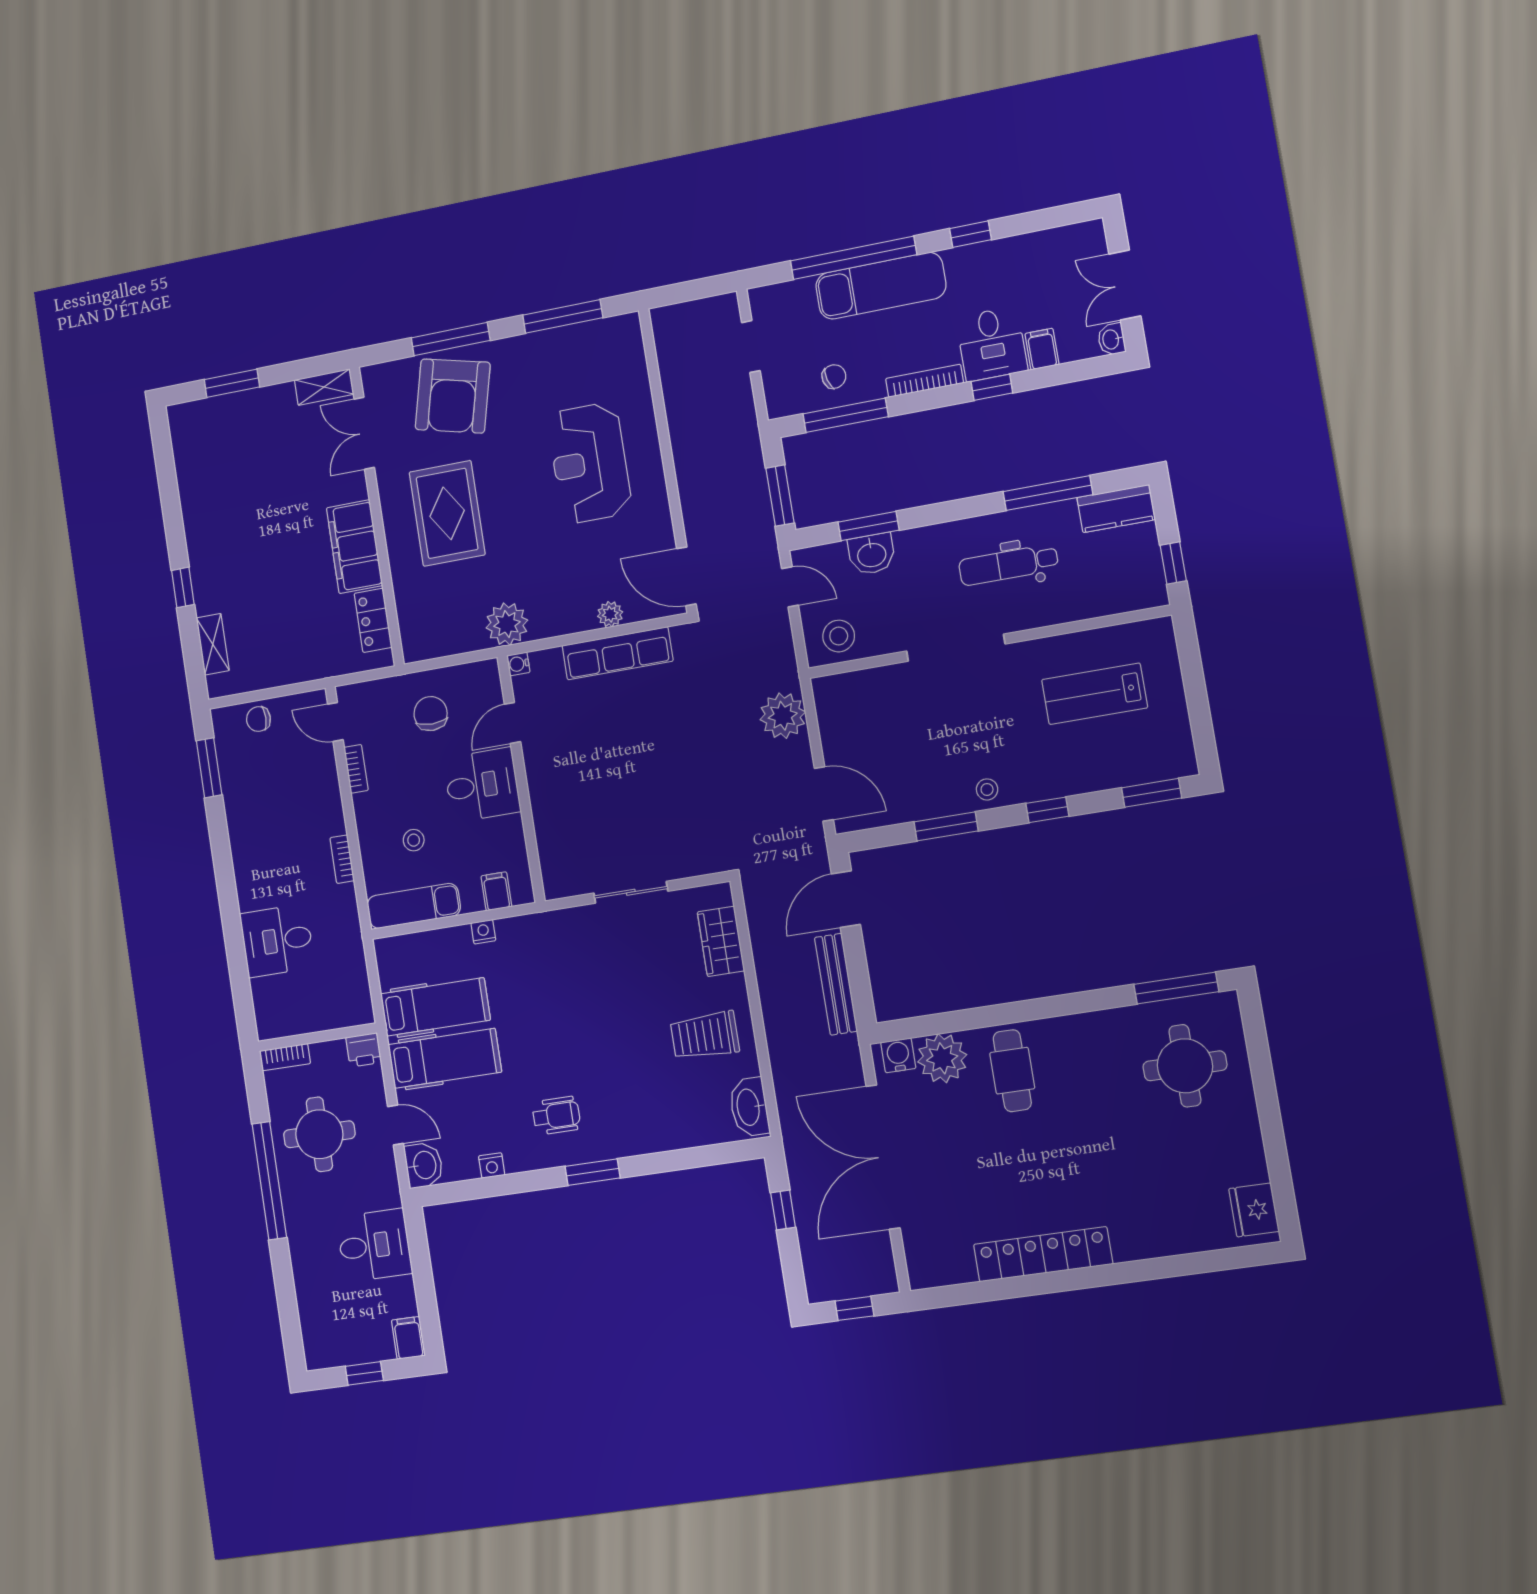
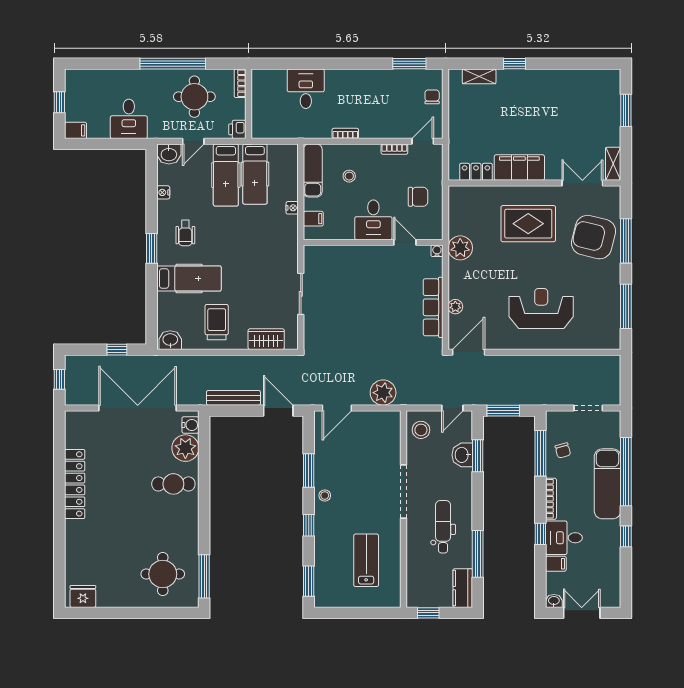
hospital bed: (635, 1097) -> (189, 279), added
washbasin: (749, 1107) -> (170, 340), width x0.72

